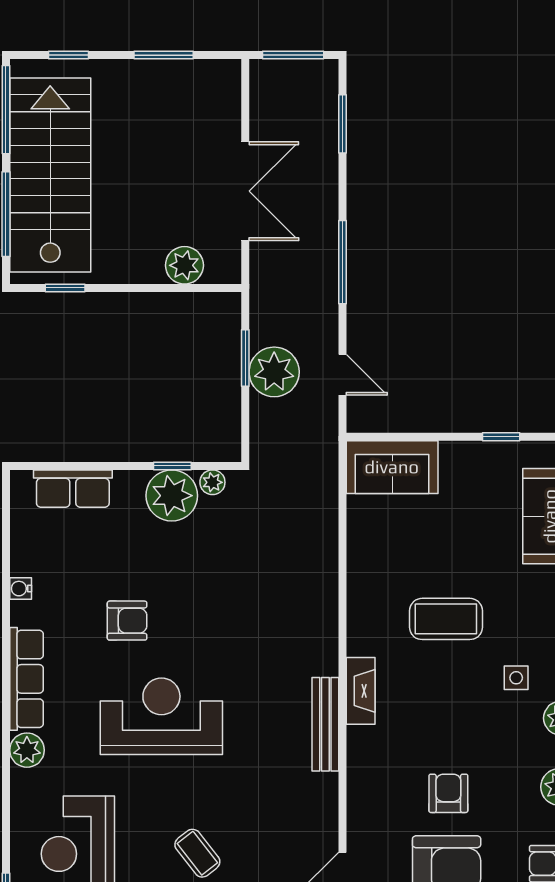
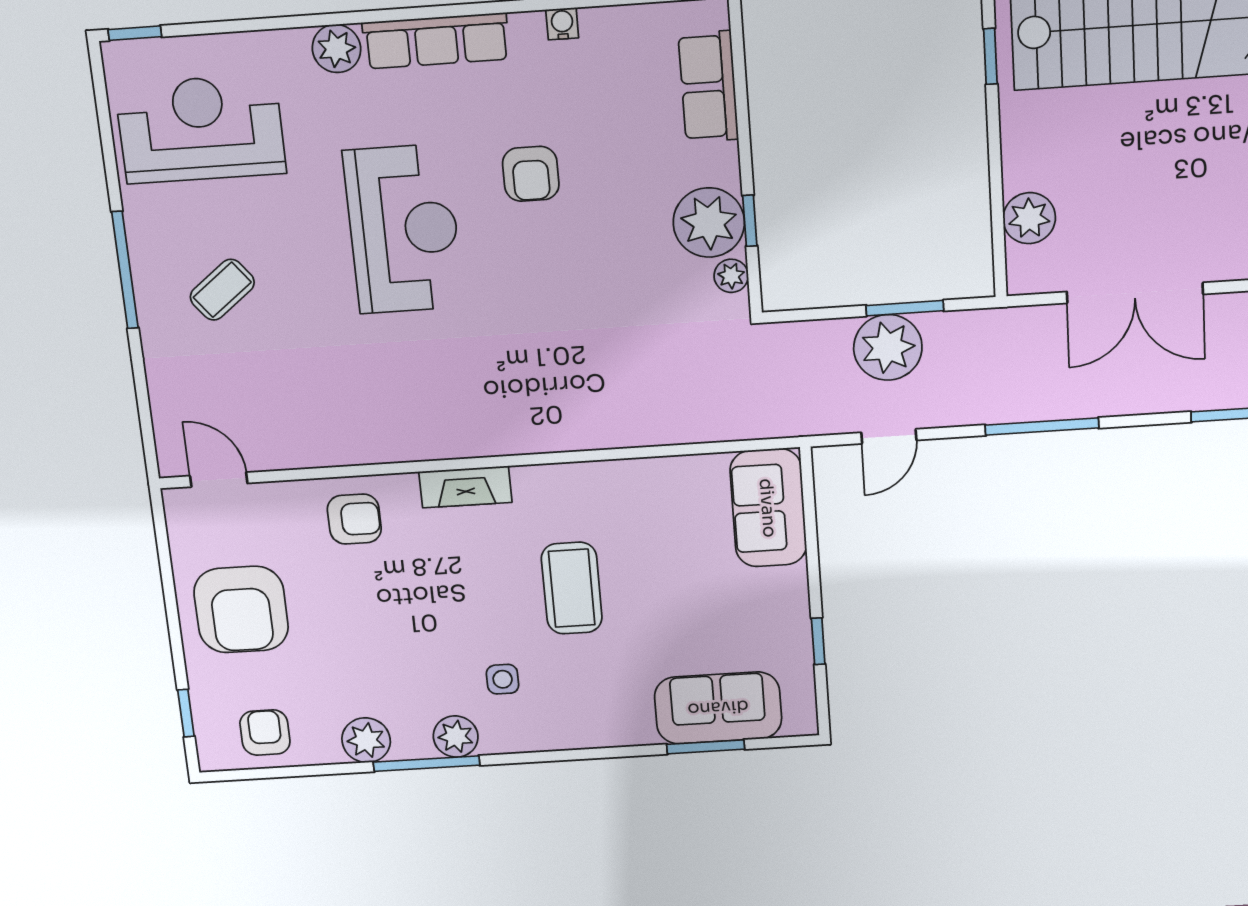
bench: (325, 724) -> (416, 445), removed
armchair: (448, 793) -> (354, 519), moved

